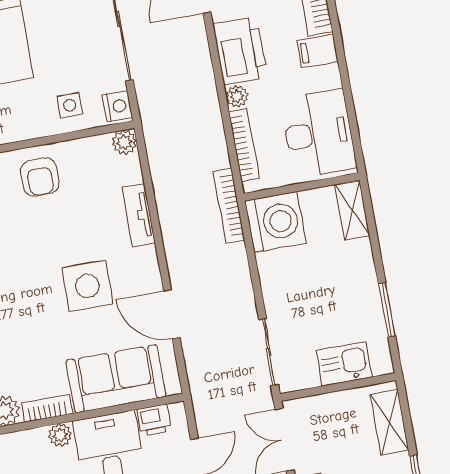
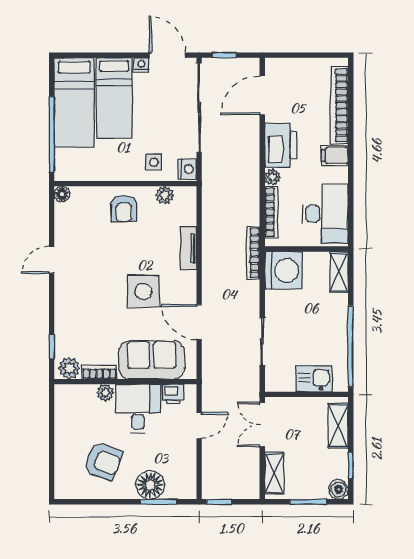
plant: (124, 142) -> (165, 195), moved
window: (387, 310) -> (351, 346), width x2.11
sliding door: (269, 352) -> (262, 342), moved

